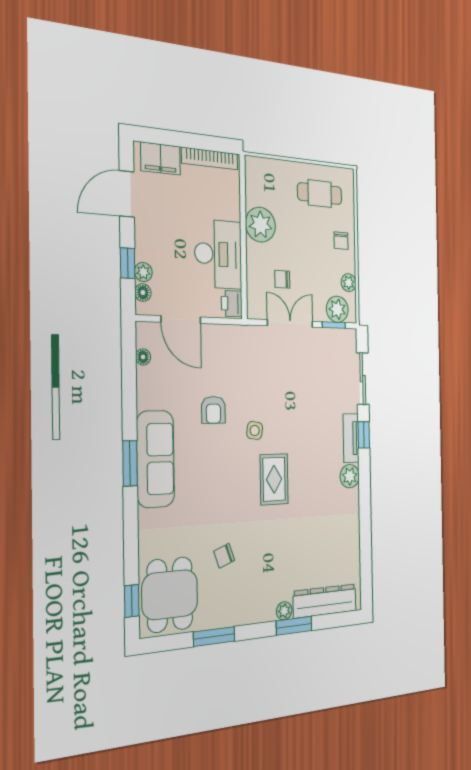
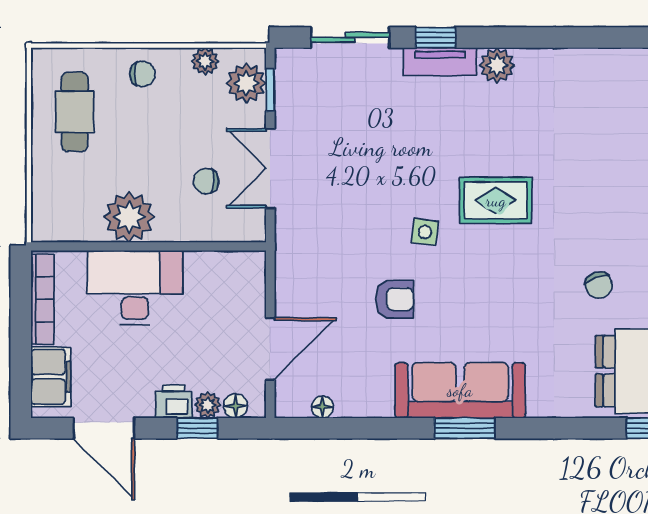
desk: (218, 254) -> (135, 288), moved
chair: (282, 279) -> (206, 181), turned 90
printer: (232, 304) -> (174, 401), moved, turned 180

